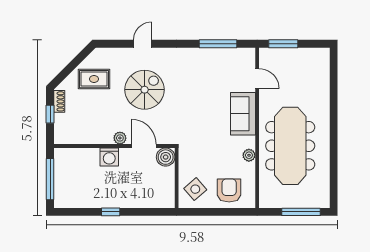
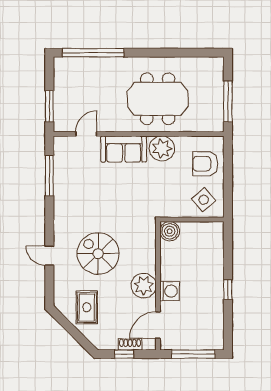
window: (334, 85) -> (93, 53), added
shoe rack: (59, 101) -> (130, 344), moved
plant: (120, 138) -> (144, 286), width x1.87, depth x1.87
door: (144, 146) -> (158, 325), moved
meeting table: (290, 146) -> (158, 99), width x0.73
plant: (249, 155) -> (162, 148), width x1.88, depth x1.88
window: (301, 212) -> (228, 101), moved

